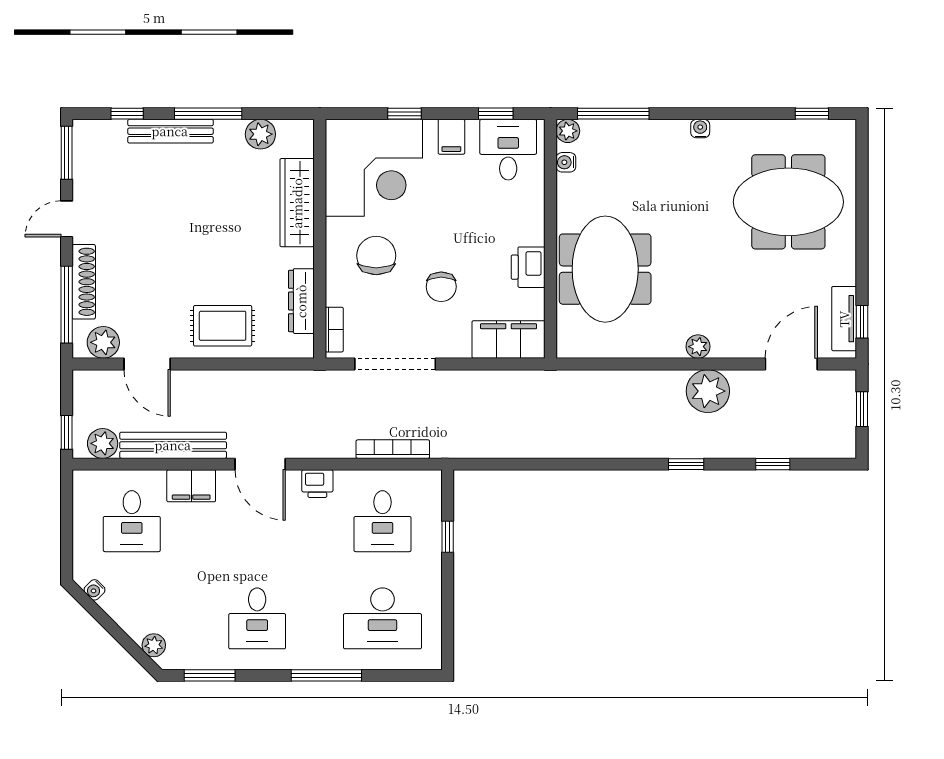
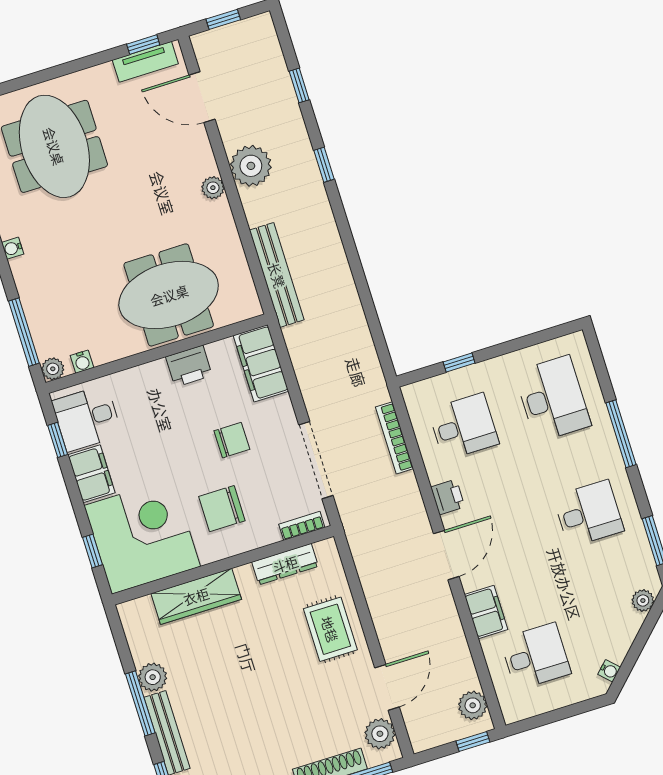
window: (404, 114) -> (92, 551), moved
plant: (260, 134) -> (153, 677), moved
filing cabinet: (451, 137) -> (92, 474), width x2.00
bench: (173, 445) -> (277, 275), moved

